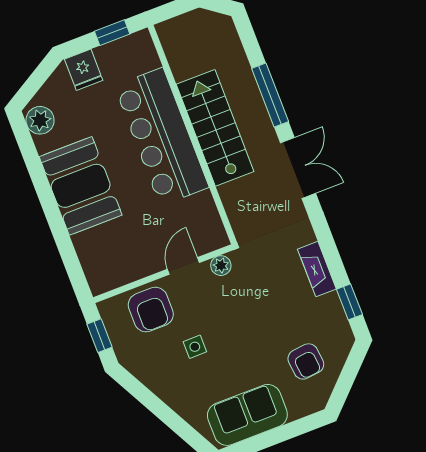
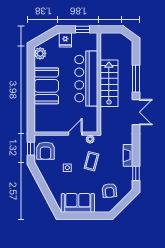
armchair: (151, 310) -> (46, 151), moved
coffee table: (242, 312) -> (91, 161), added

